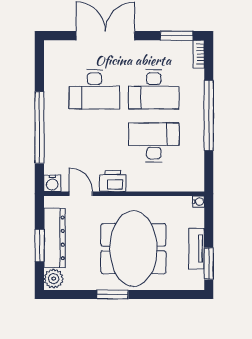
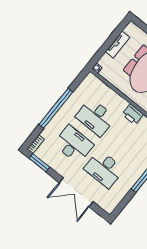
desk: (94, 89) -> (104, 169), turned 180
window: (209, 264) -> (117, 32), removed

